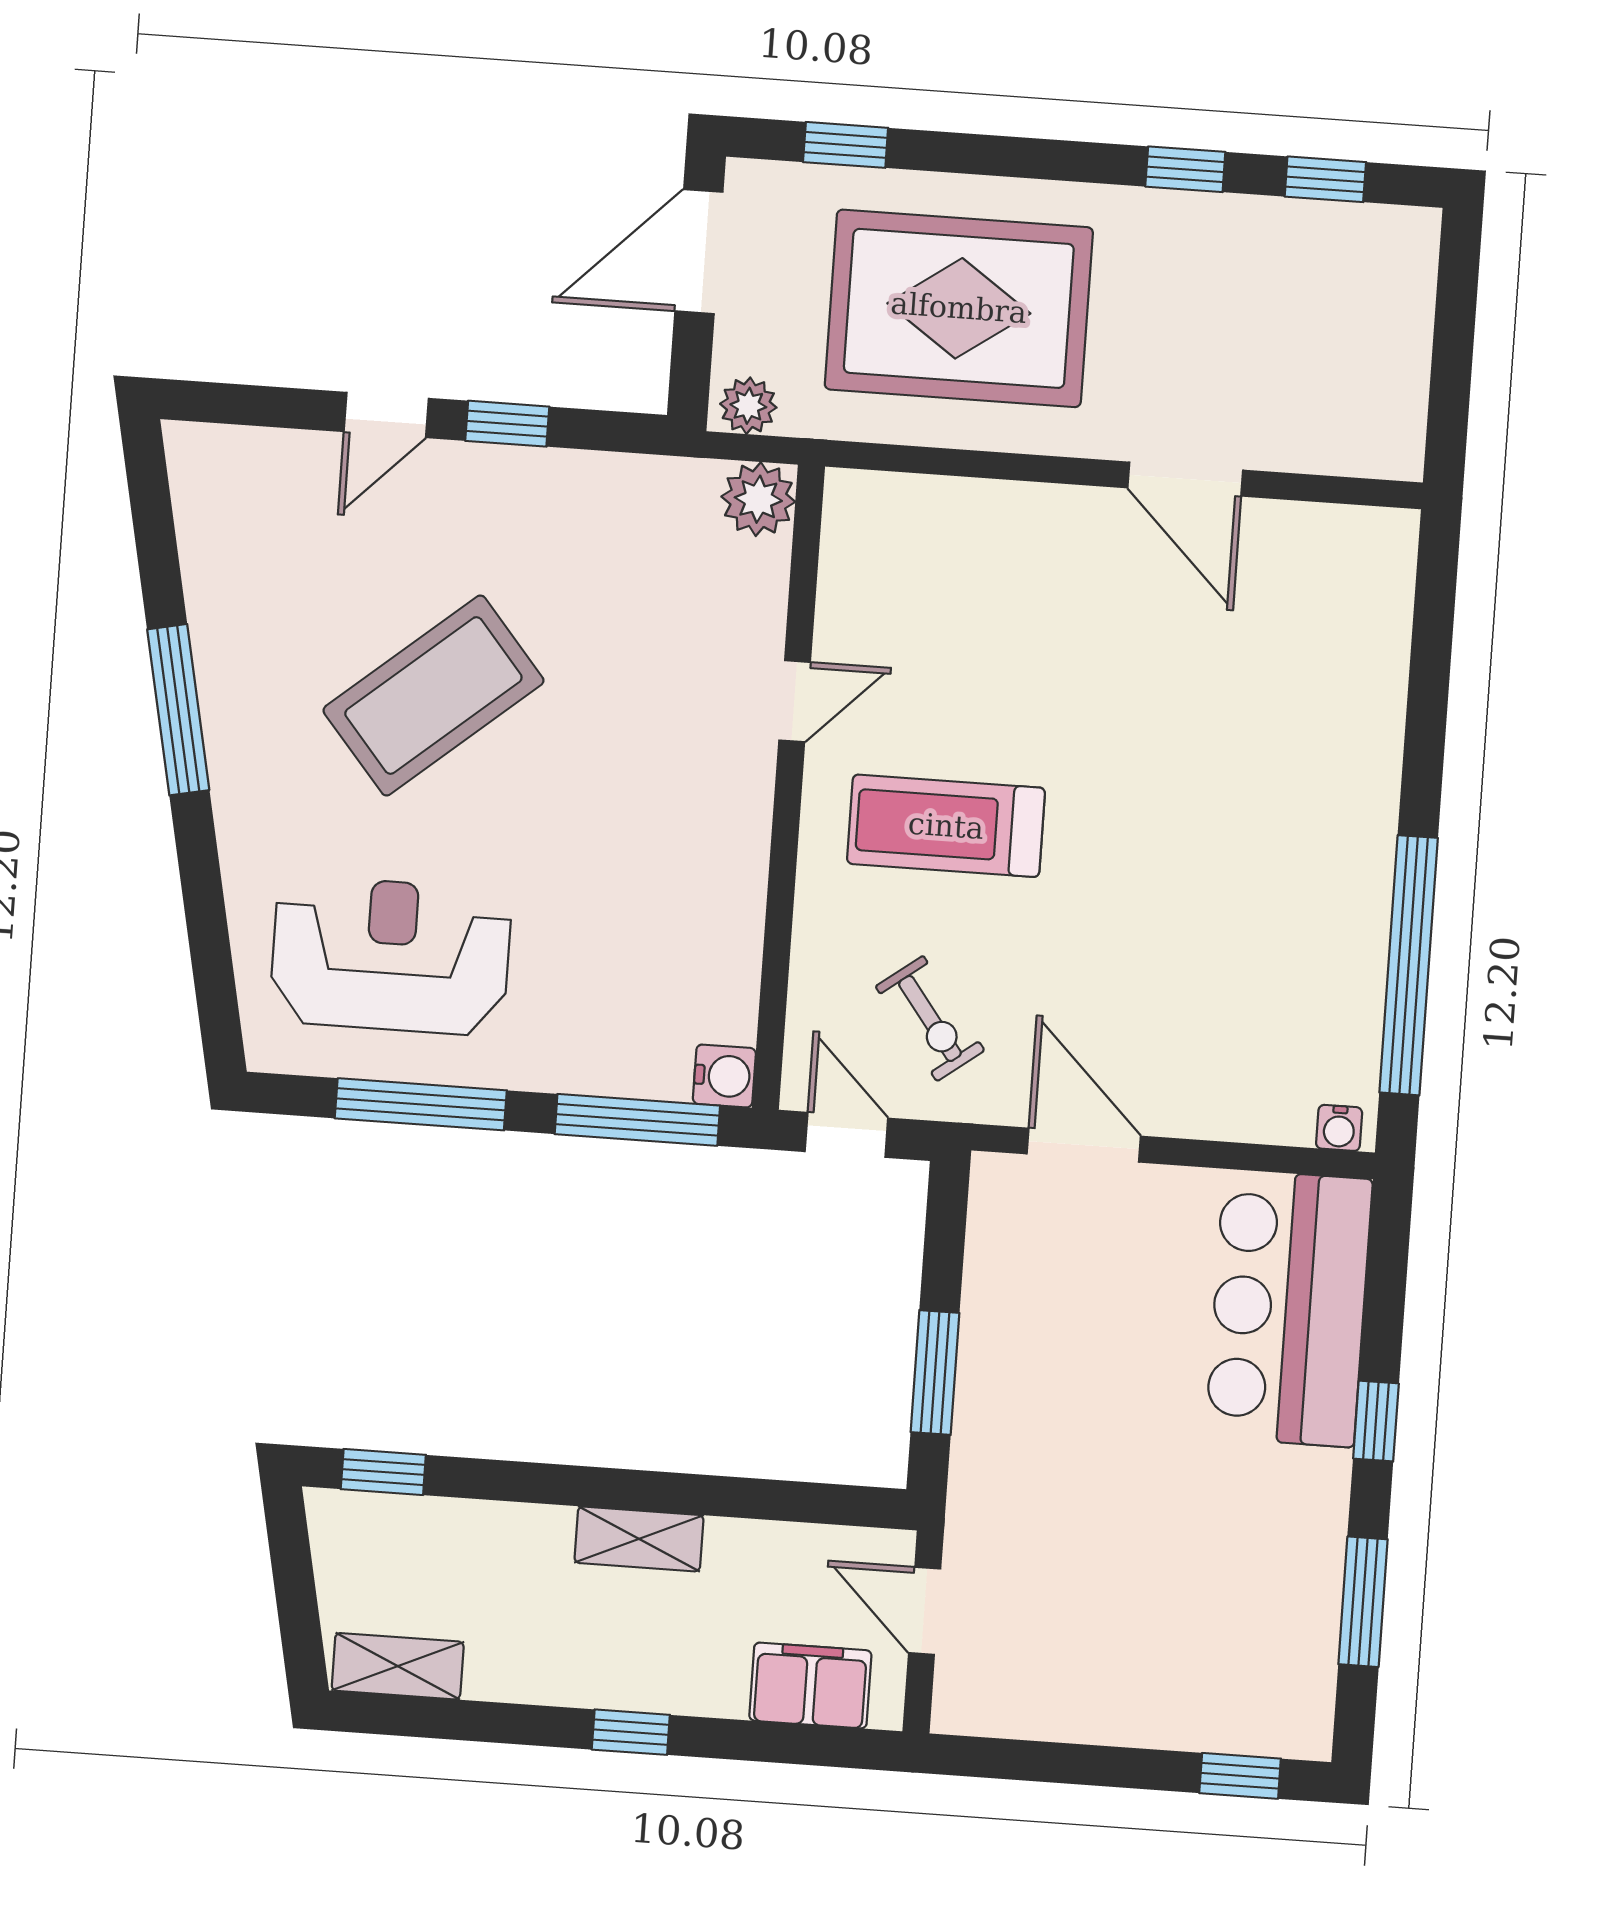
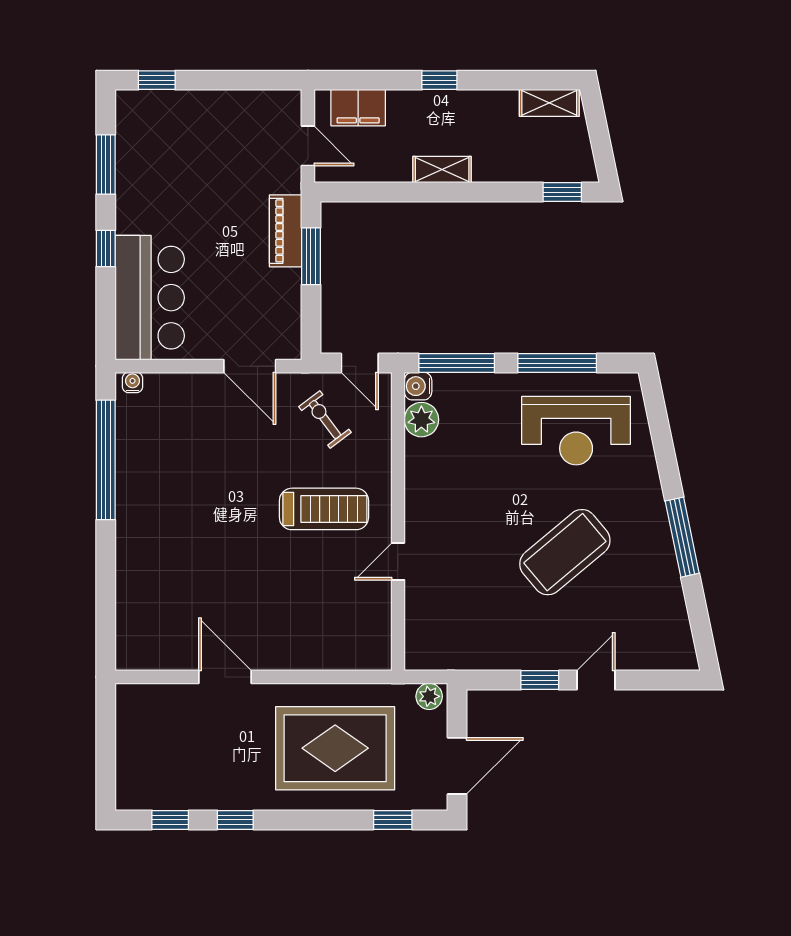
plant: (758, 499) -> (421, 420), moved
piano: (986, 1431) -> (286, 231), added

